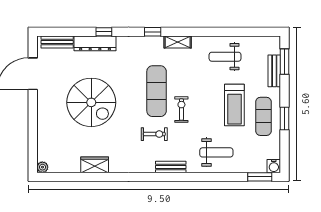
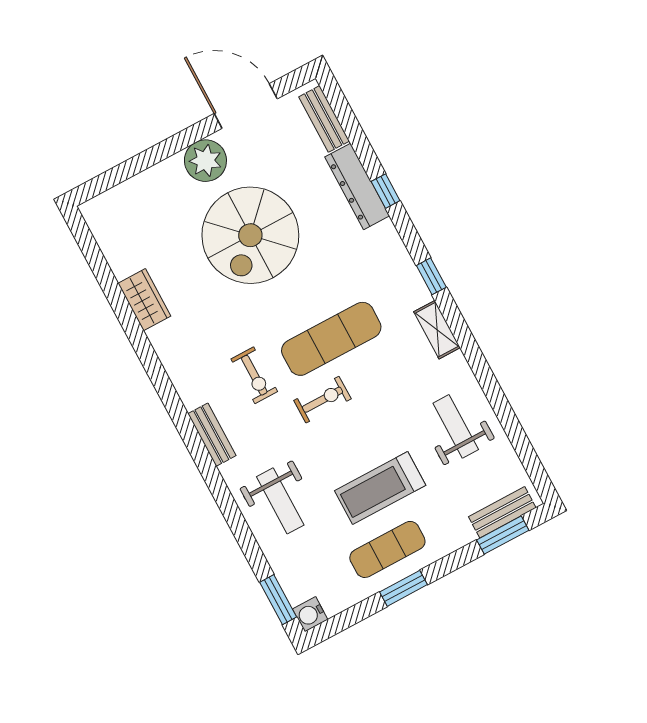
bench: (274, 71) -> (502, 512), moved
plant: (42, 167) -> (205, 161), moved, width x1.88, depth x1.88

